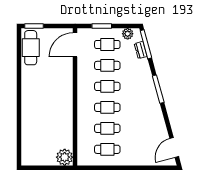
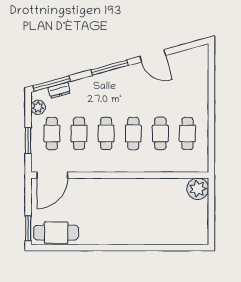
door: (75, 45) -> (52, 175), hinge flipped
door: (174, 147) -> (153, 56), moved

